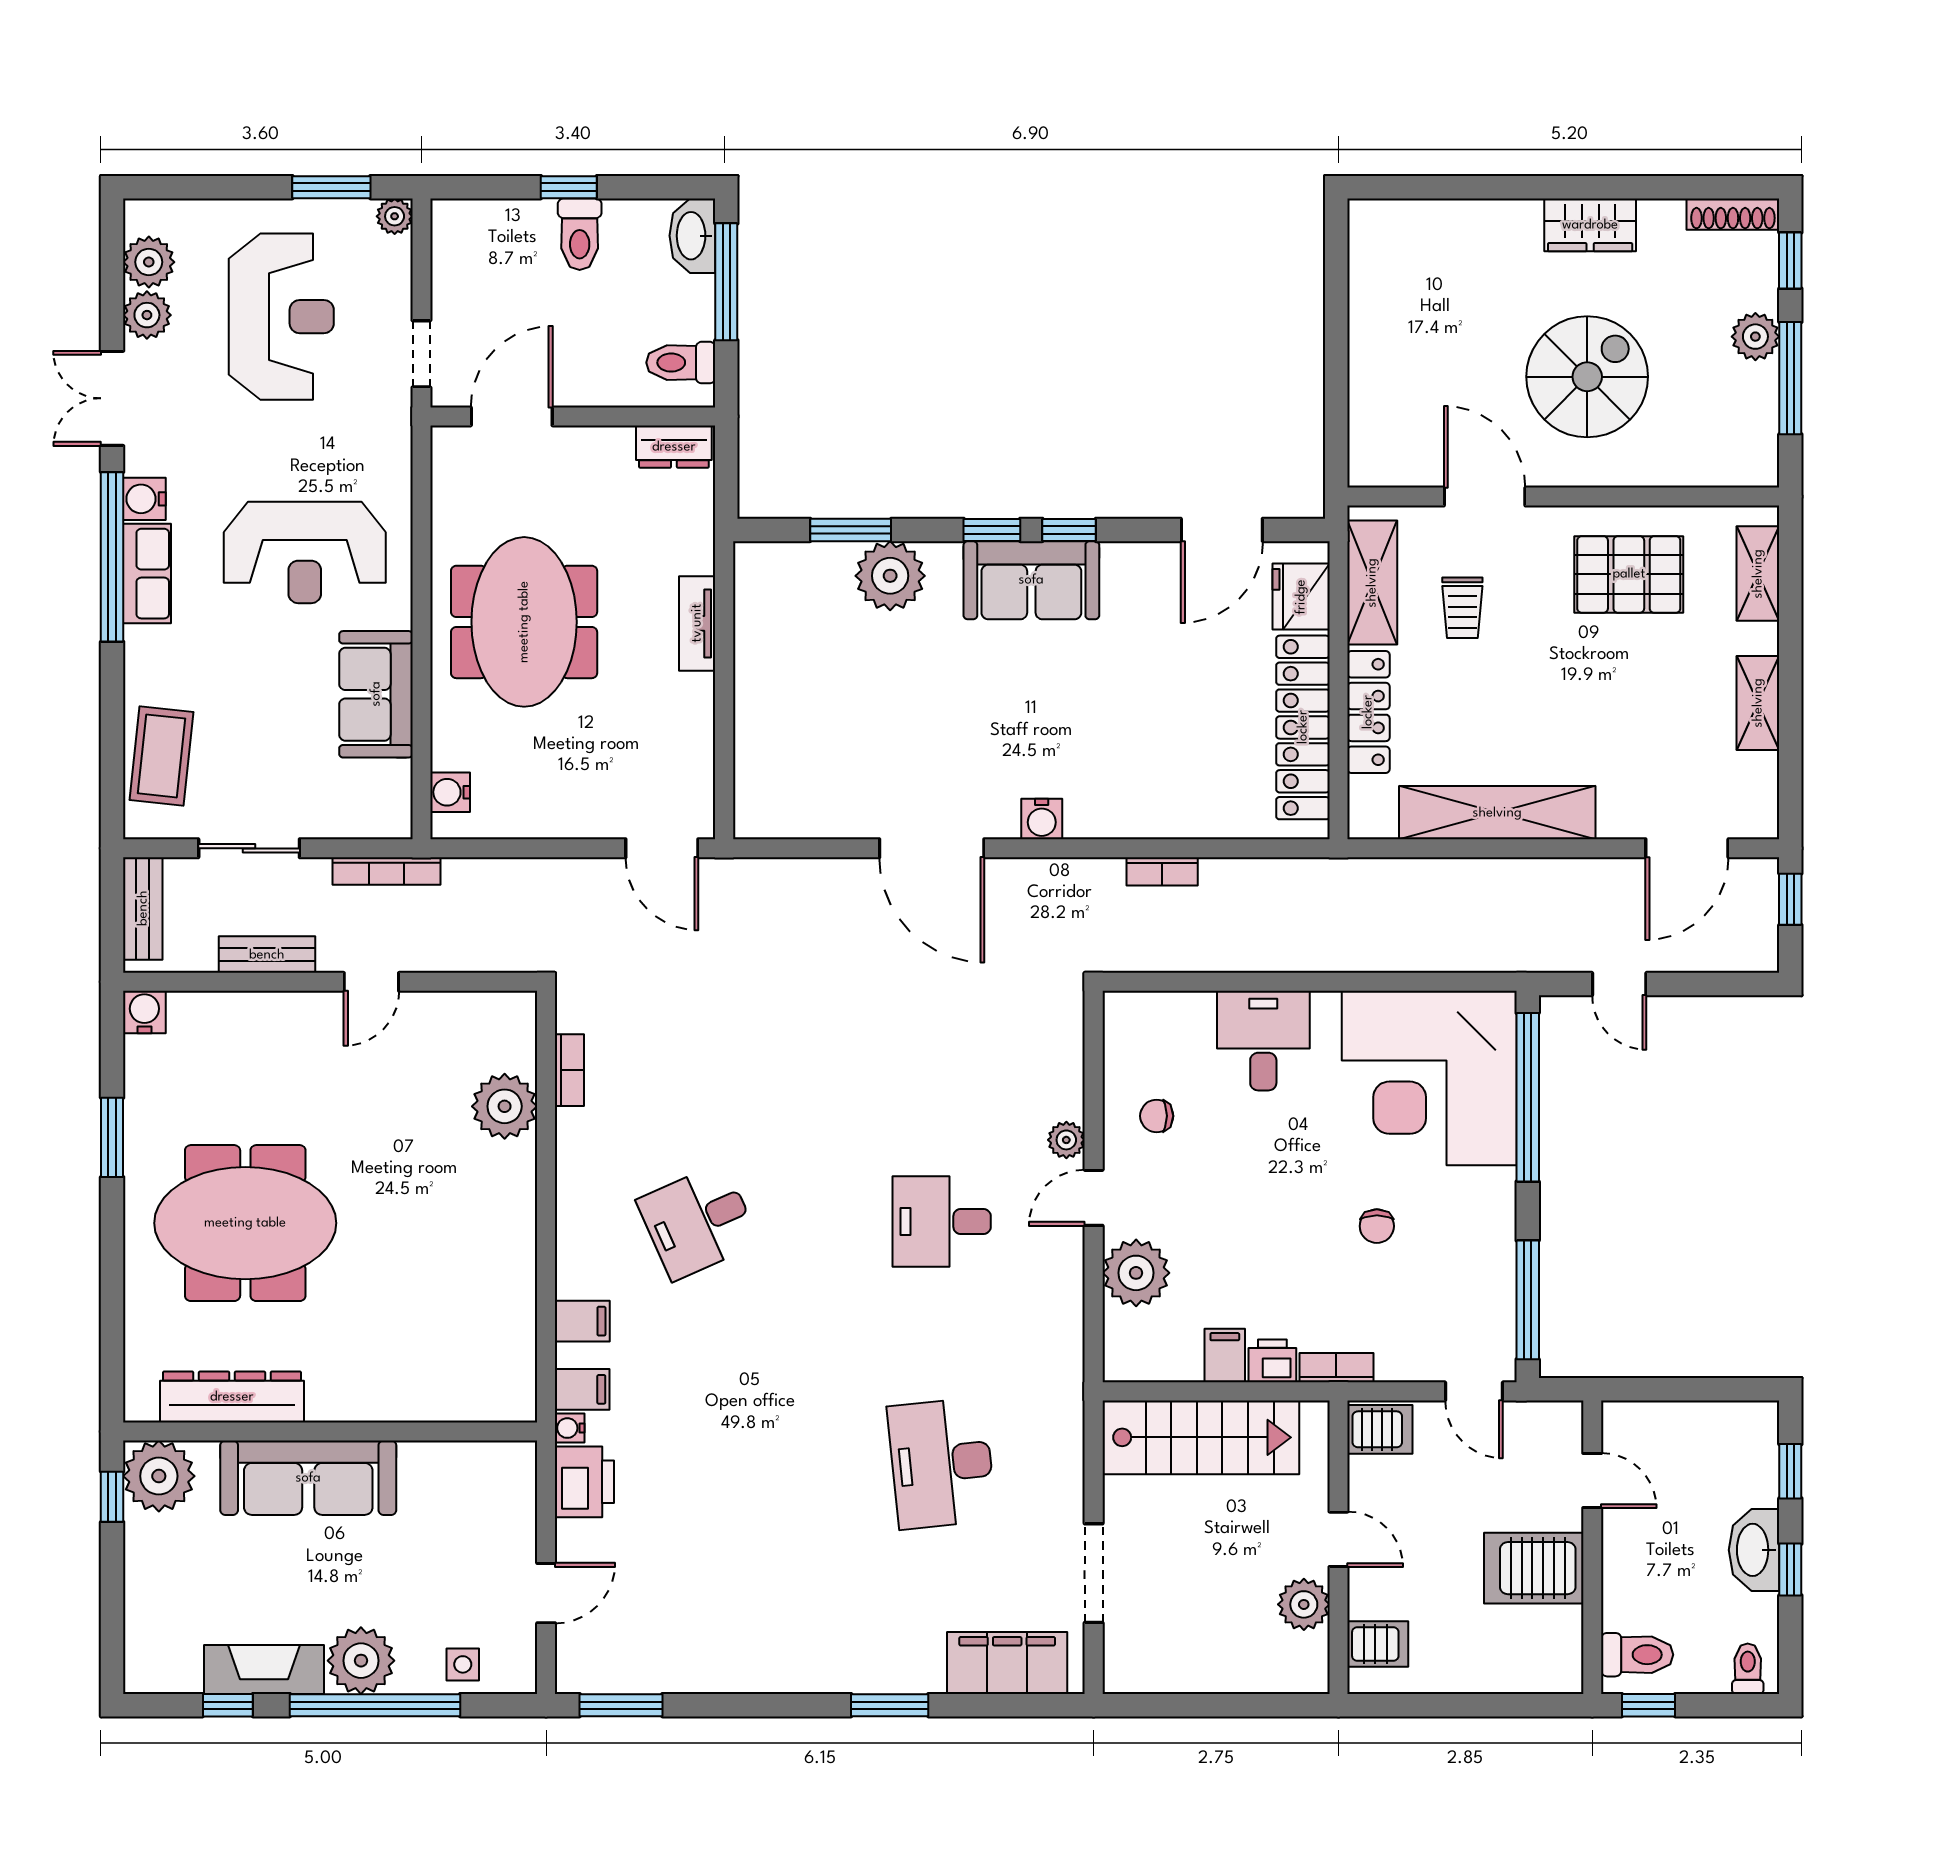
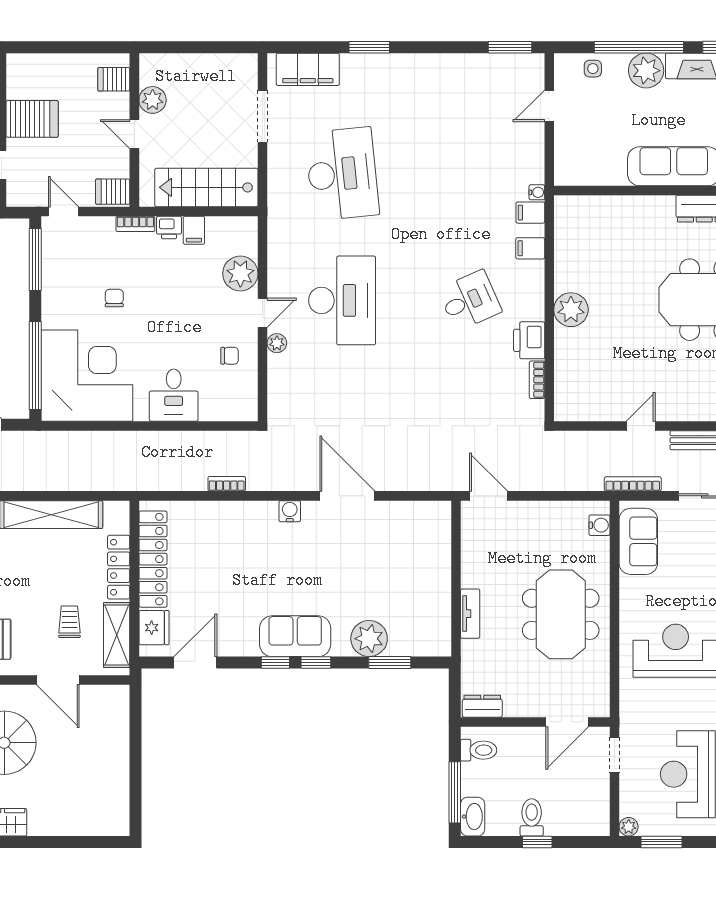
sofa: (376, 694) -> (638, 541), moved
plant: (505, 1106) -> (571, 310), moved
desk: (942, 1221) -> (342, 300), width x1.87, depth x1.30
desk: (942, 1463) -> (342, 174), width x1.36, depth x1.30
printer: (584, 1482) -> (529, 340), moved

